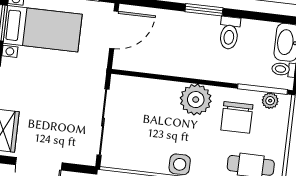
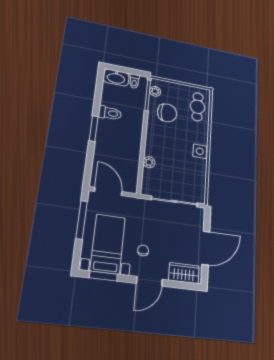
chair: (35, 76) -> (143, 250), added
plant: (196, 100) -> (149, 162), moved, width x0.53, depth x0.53

